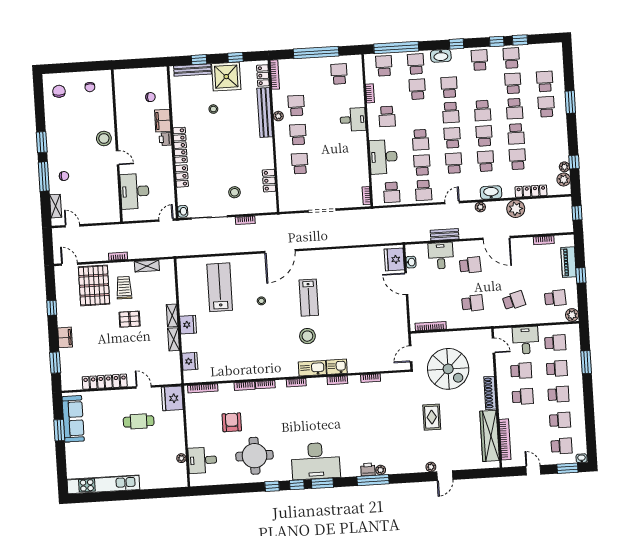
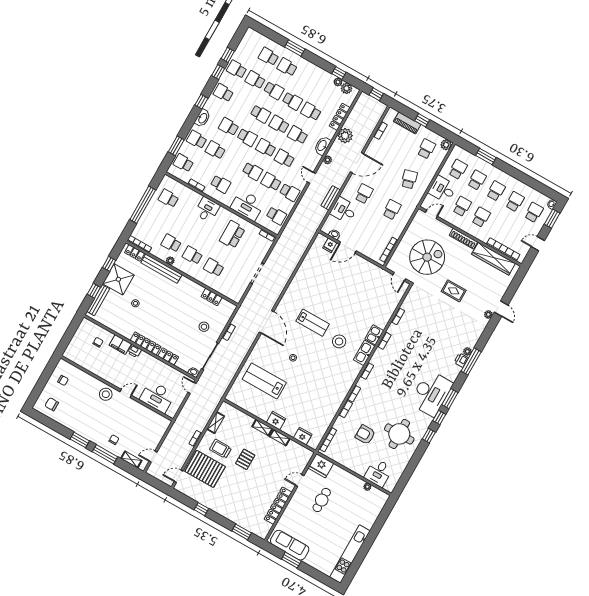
window: (396, 48) -> (176, 146), width x0.47
school desk: (344, 161) -> (232, 235), added
fridge: (394, 259) -> (330, 245), width x0.53, depth x0.75
filing cabinet: (65, 337) -> (228, 513), removed

